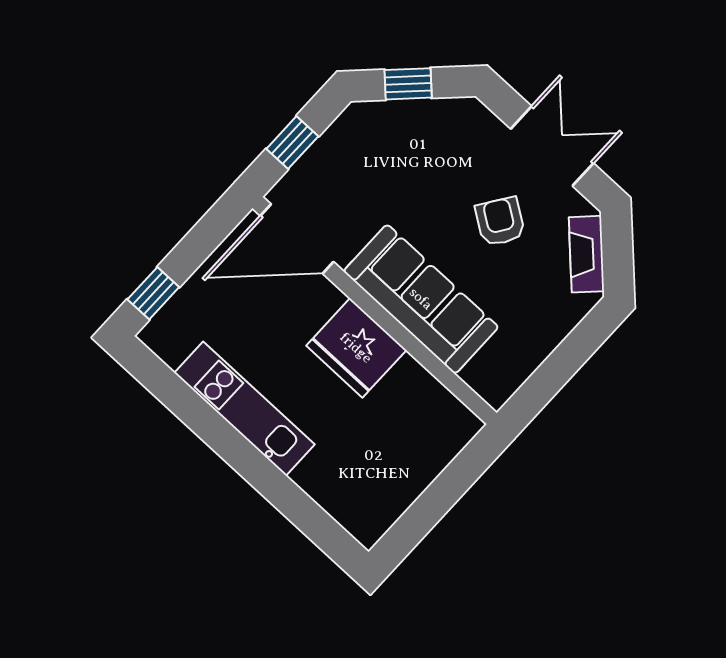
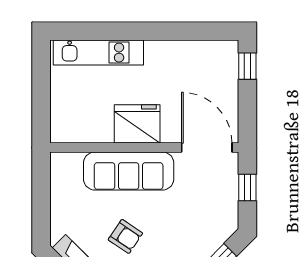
door: (297, 239) -> (207, 147), hinge flipped
kitchen unit: (245, 409) -> (98, 53), moved

